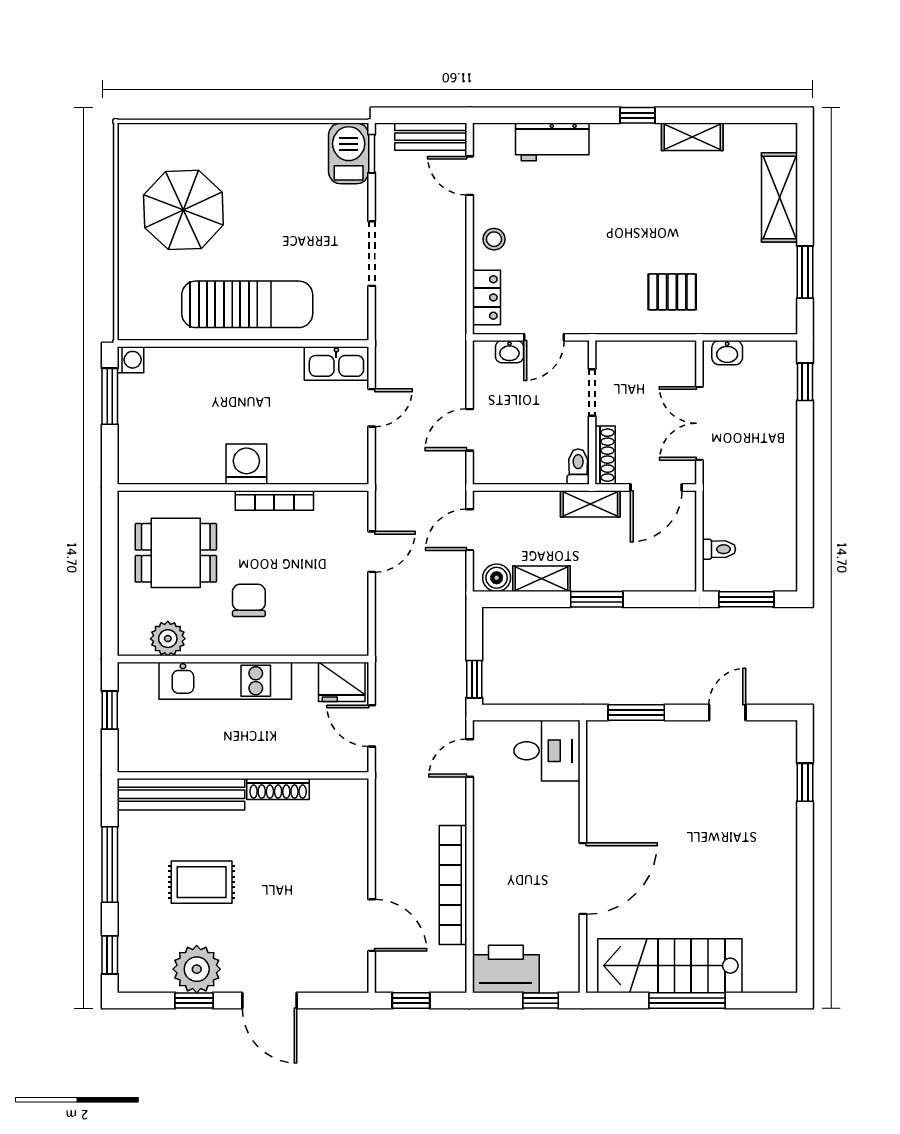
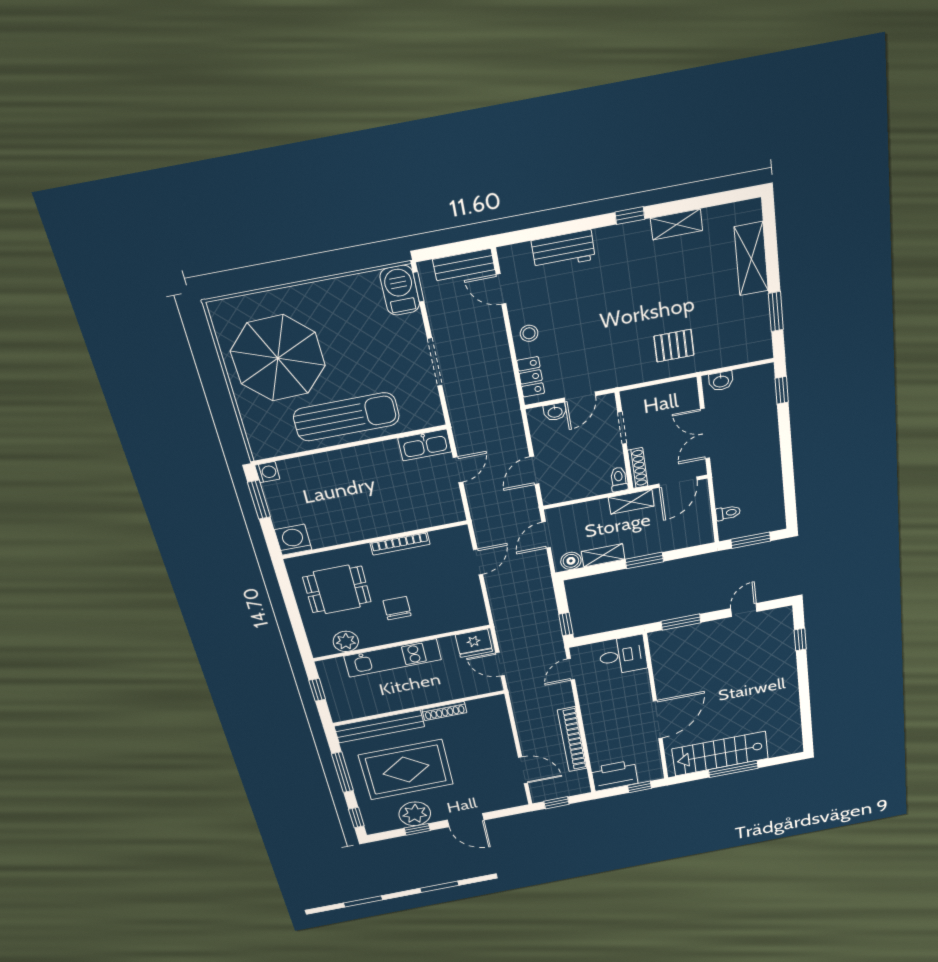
parasol: (183, 210) -> (278, 358), width x1.36, depth x1.36
washing machine: (246, 464) -> (293, 540), moved
rug: (202, 882) -> (406, 770), width x1.86, depth x2.06

